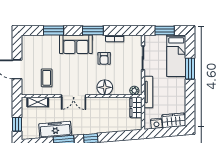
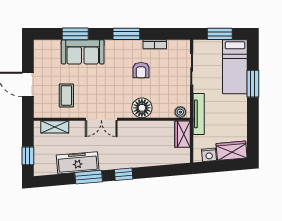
sofa: (76, 44) -> (83, 52), moved

